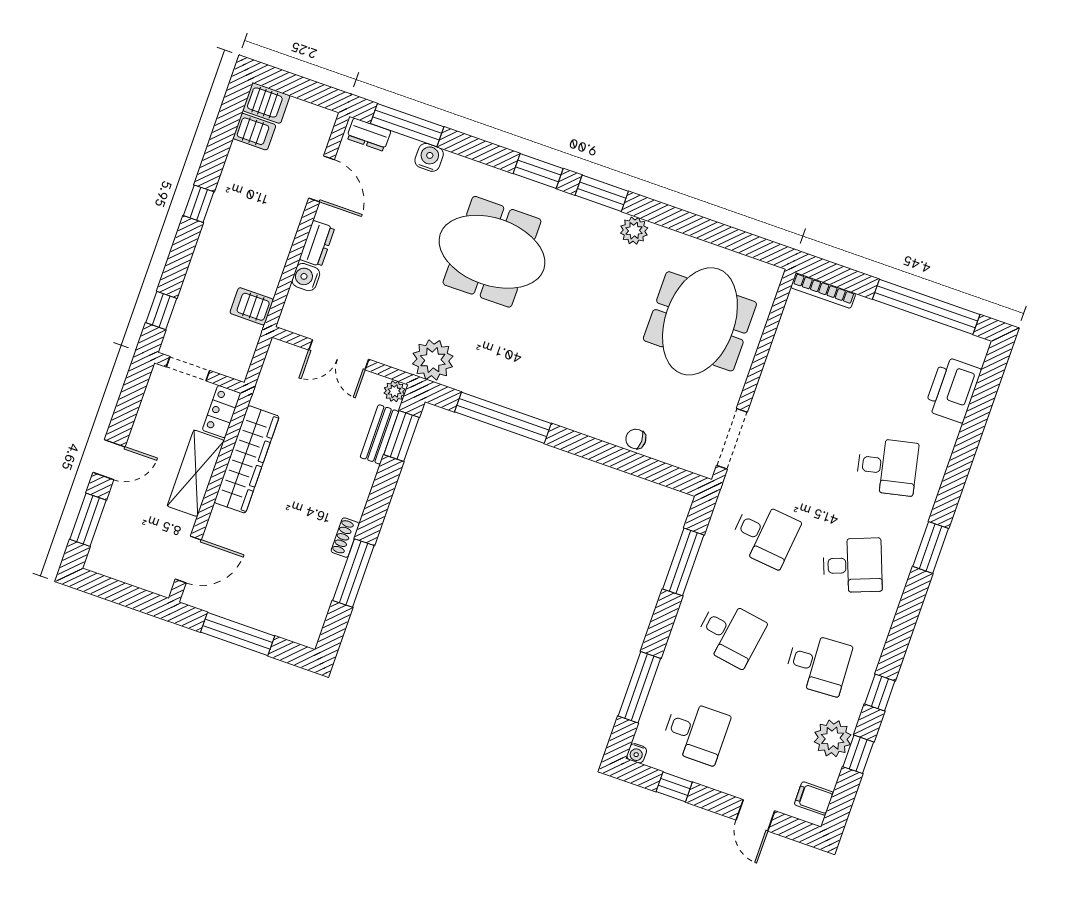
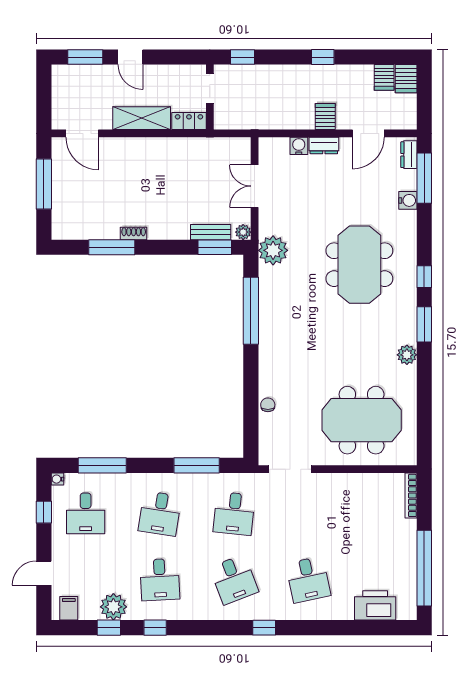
window: (538, 171) -> (424, 277), width x0.67
server rack: (252, 306) -> (325, 117), moved
wardrobe: (247, 459) -> (163, 149), removed
window: (931, 547) -> (264, 628), width x0.67

